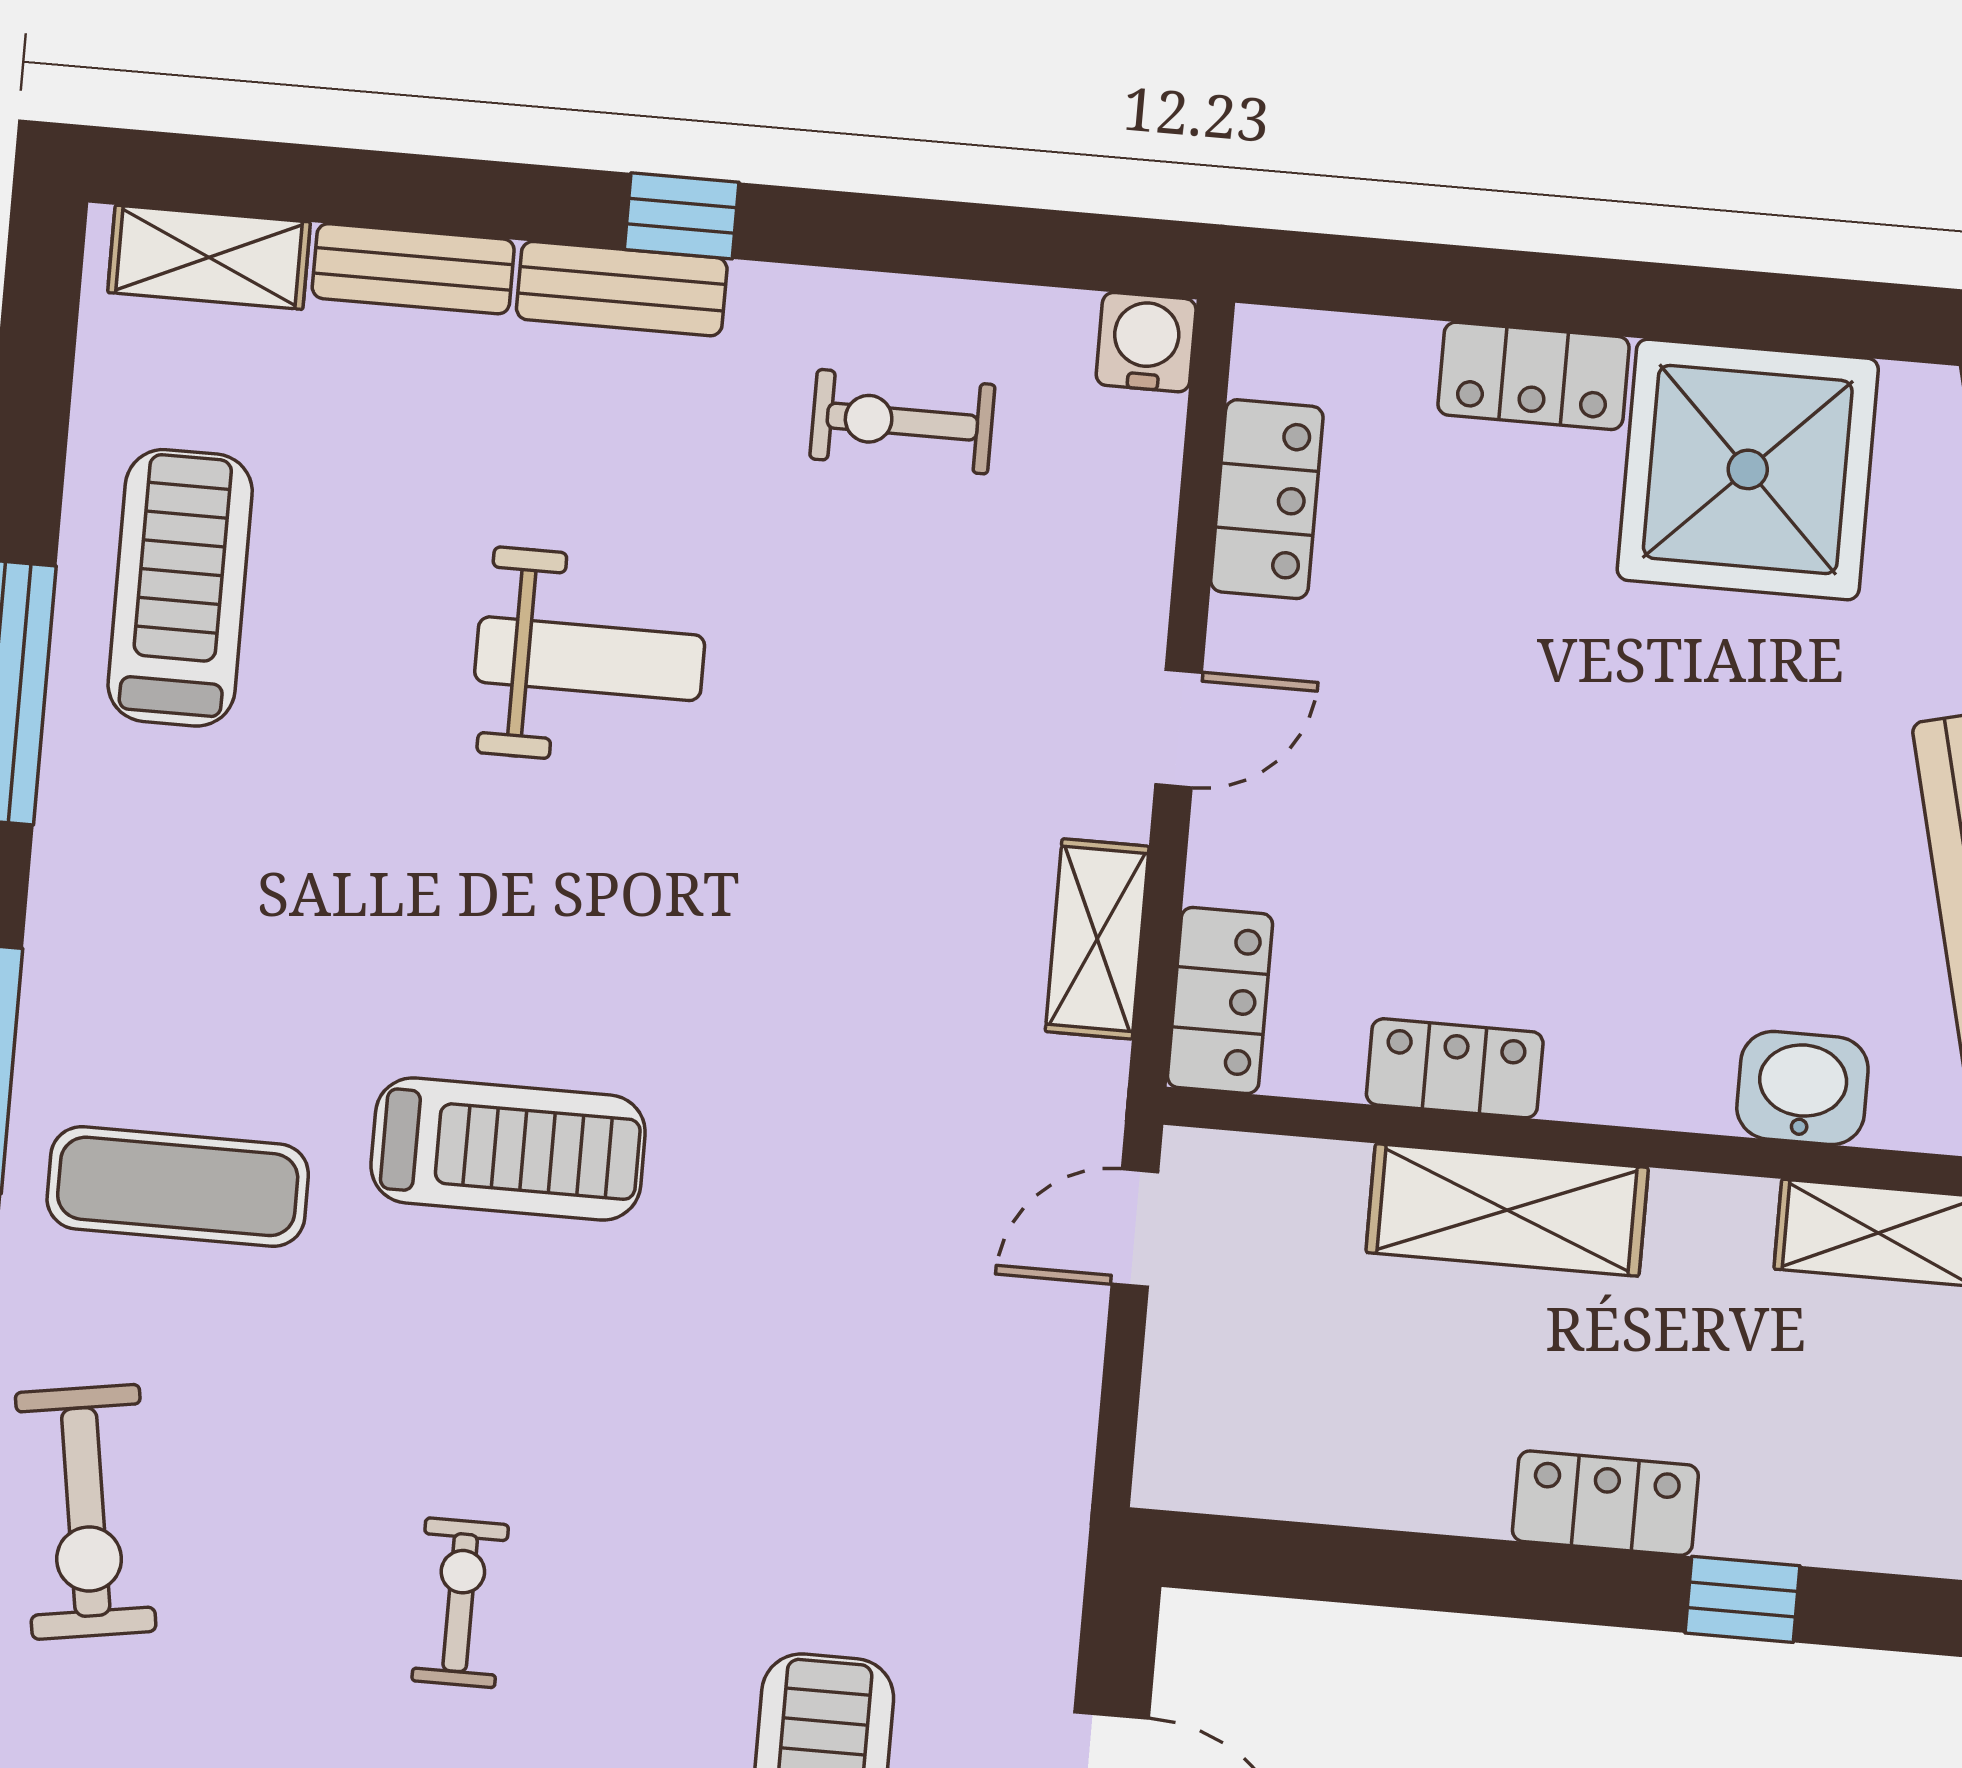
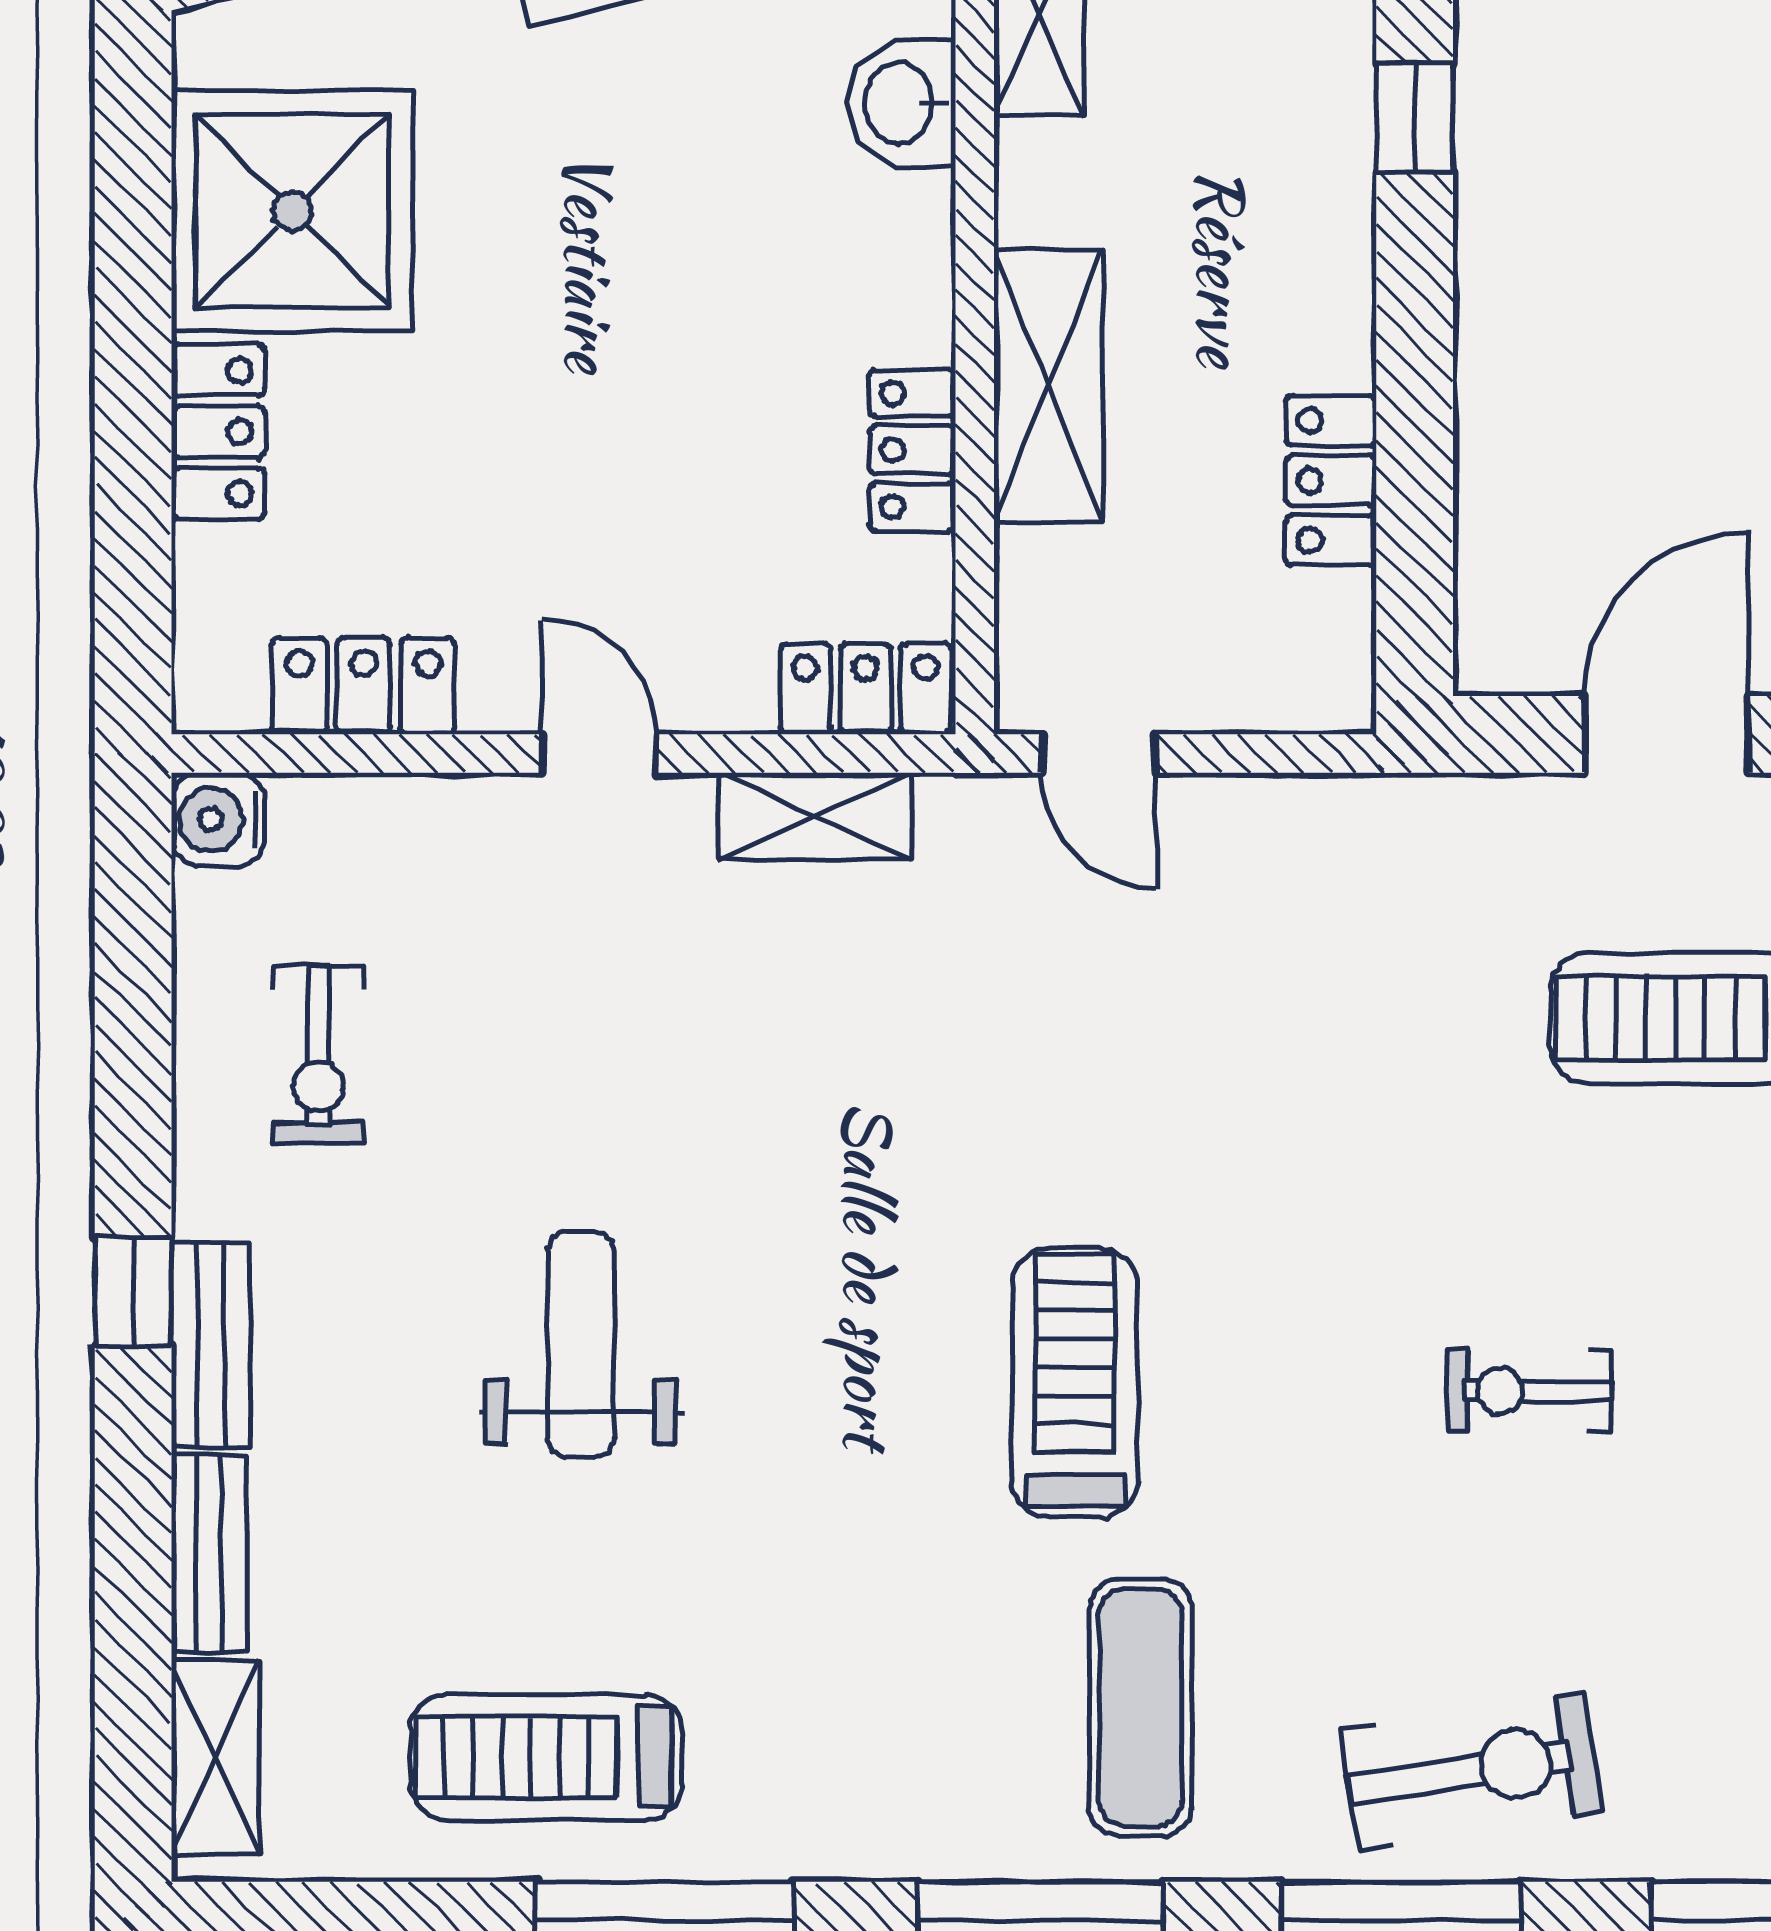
locker: (1605, 1503) -> (1331, 480), moved

